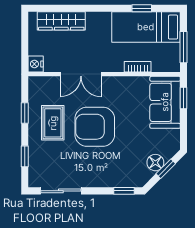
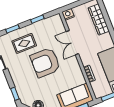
rug: (53, 123) -> (24, 43), moved
armchair: (95, 127) -> (45, 62), turned -90

